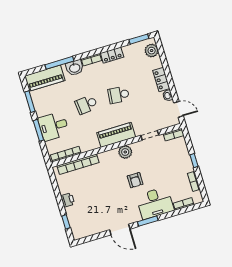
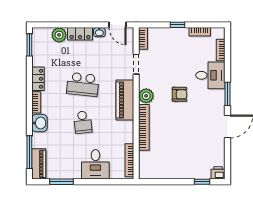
plant: (152, 51) -> (59, 35), moved
window: (59, 63) -> (29, 152), moved
piano: (45, 78) -> (39, 164), width x0.73, depth x0.75
school desk: (119, 95) -> (83, 84), width x1.85
door: (179, 109) -> (118, 25), swing flipped
window: (38, 130) -> (95, 182), removed
bookcase: (78, 164) -> (144, 127), moved
printer: (68, 200) -> (218, 173), moved
desk: (155, 203) -> (210, 75), width x0.73

